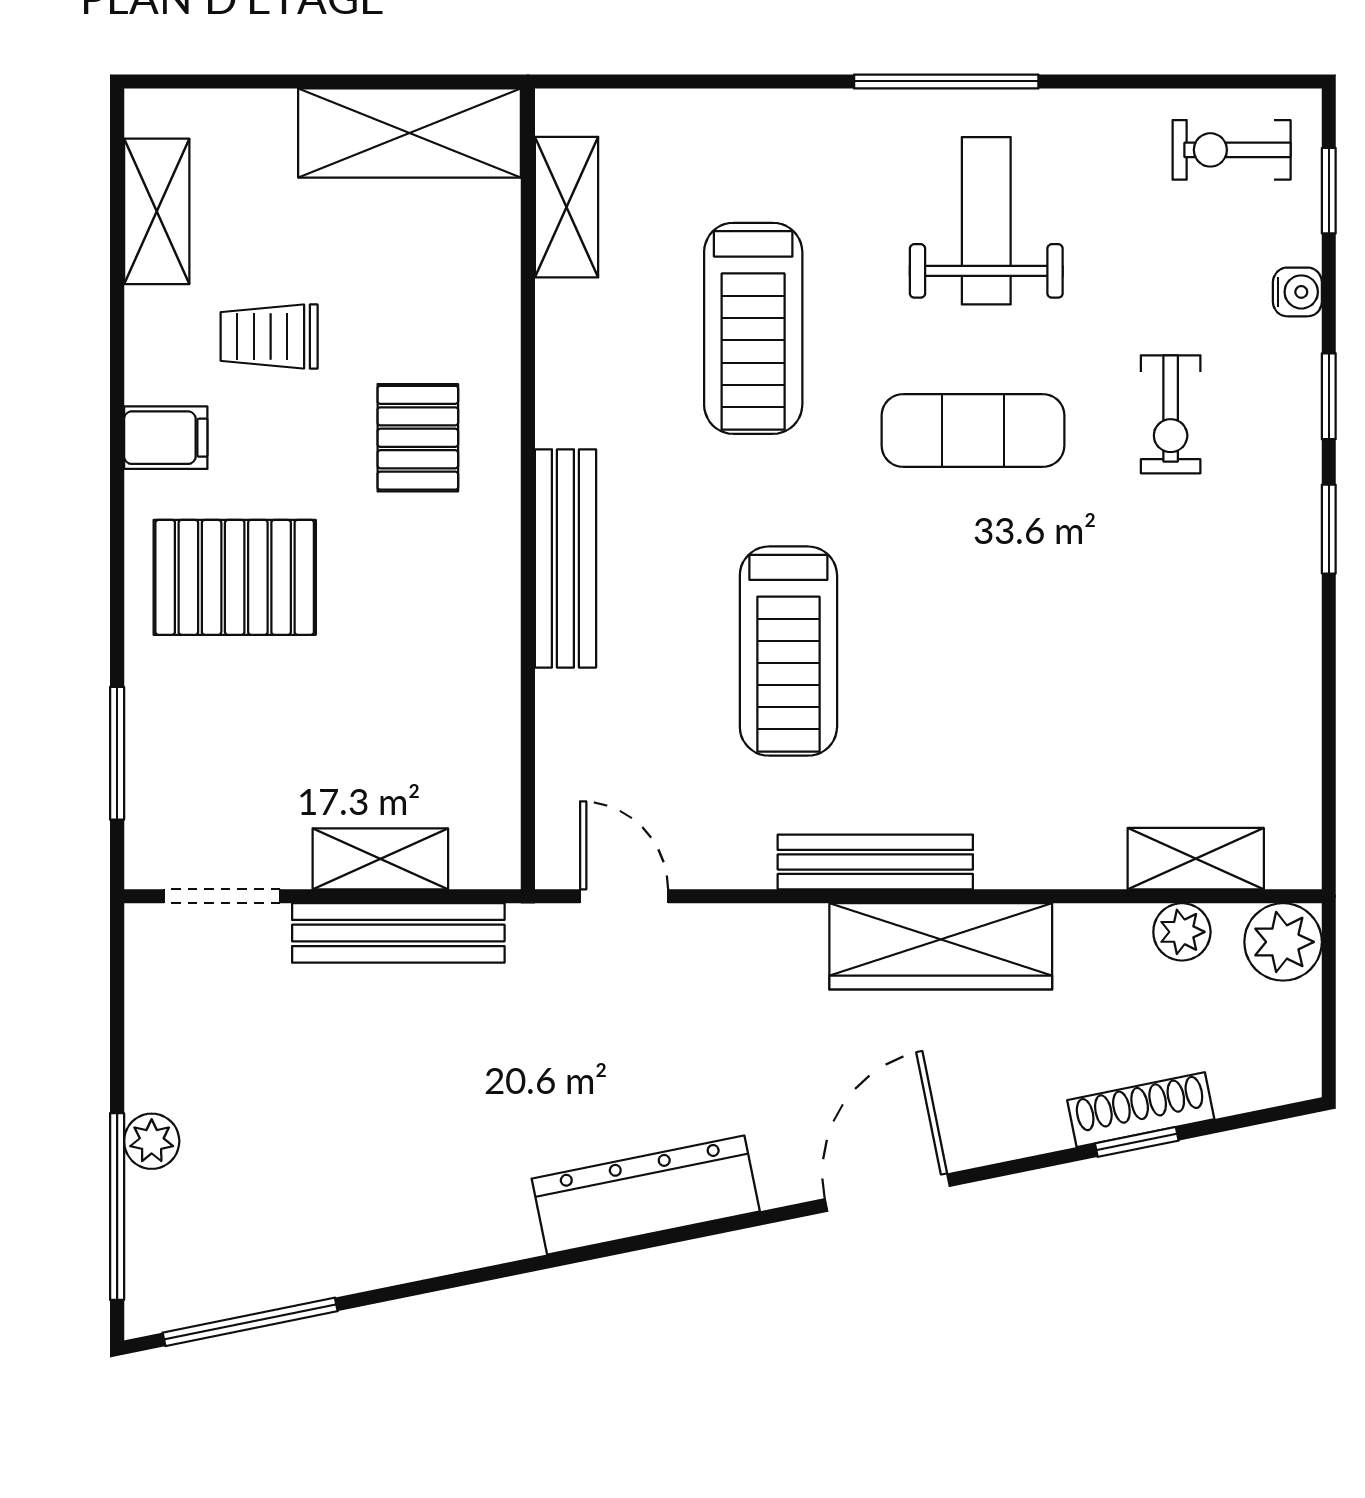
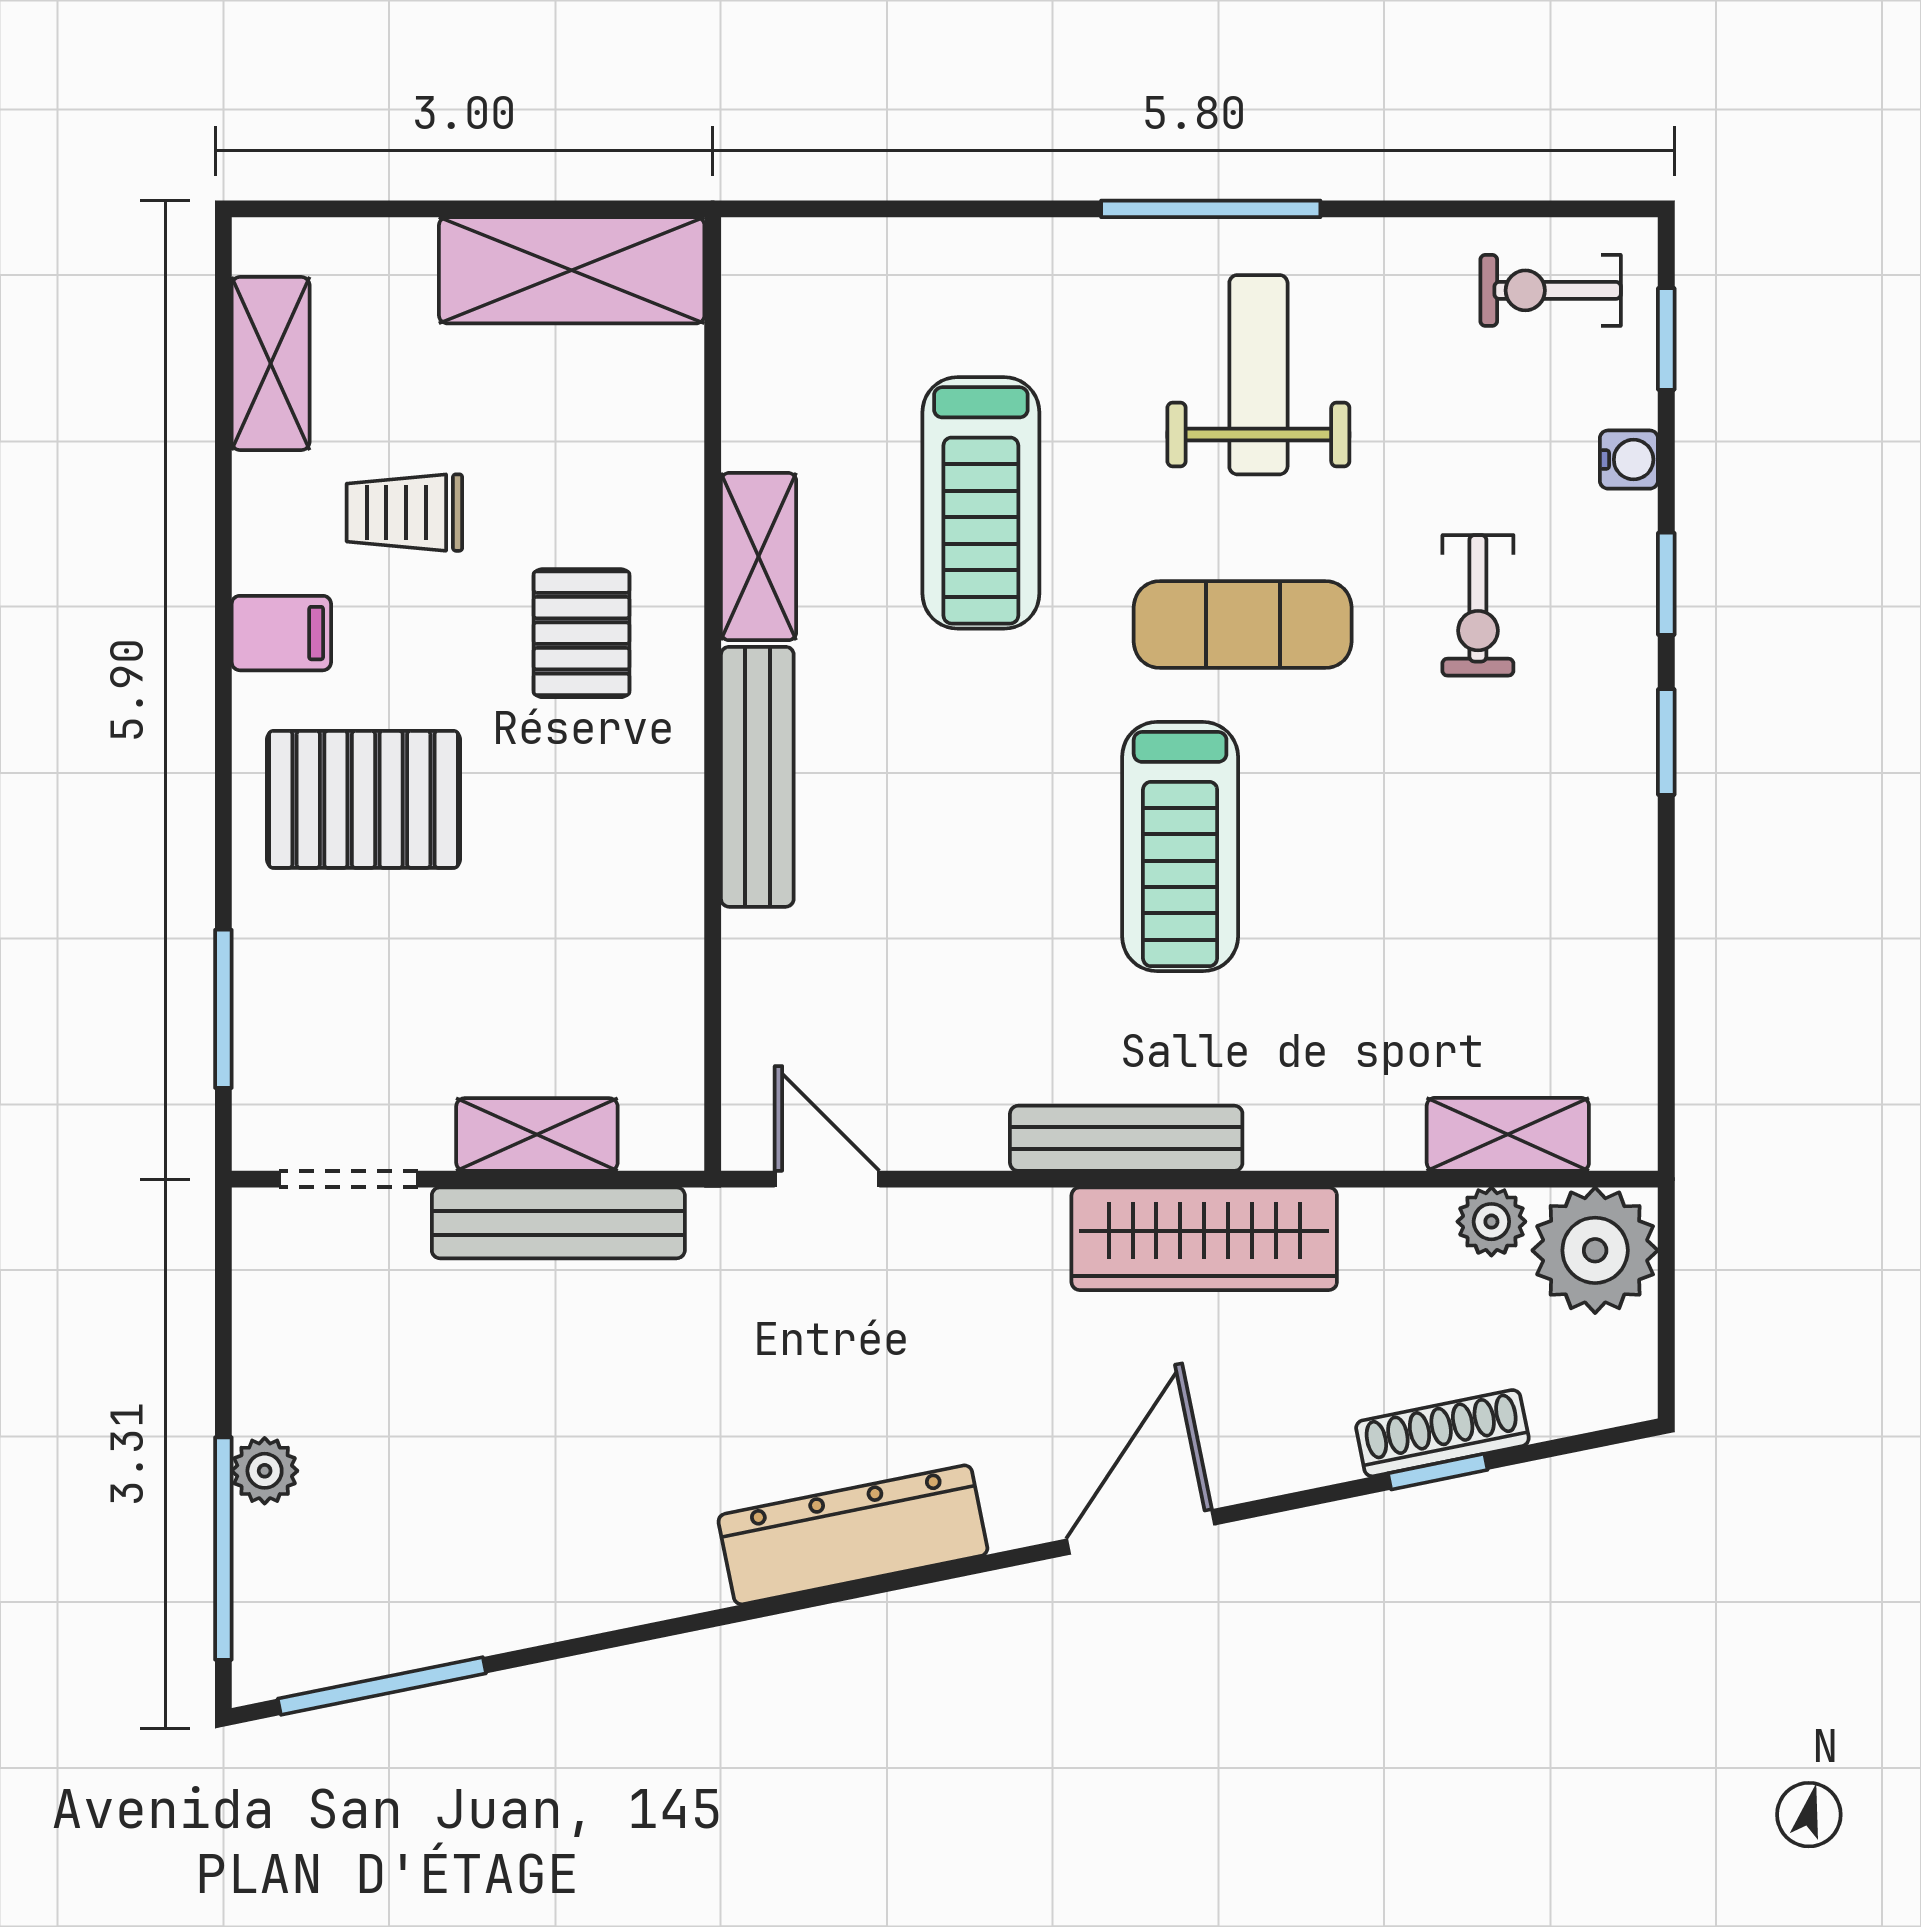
shelving: (567, 207) -> (759, 557), moved
treadmill: (788, 651) -> (1180, 847), moved
plant: (1283, 942) -> (1595, 1250), width x1.36, depth x1.36

